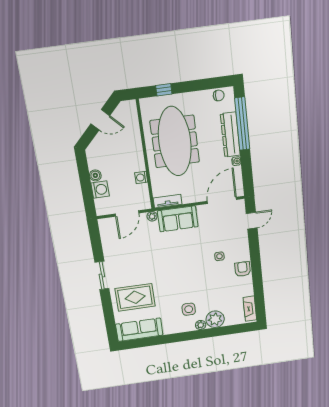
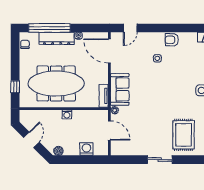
boiler: (95, 175) -> (58, 151), moved
washing machine: (141, 177) -> (67, 114), moved
door: (252, 221) -> (130, 28), swing flipped

